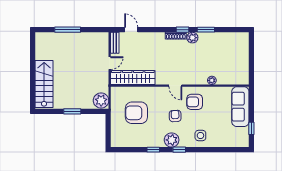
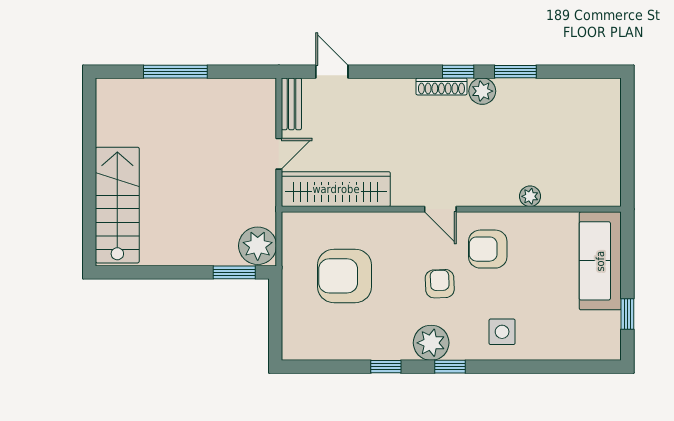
window: (72, 111) -> (234, 272), moved

